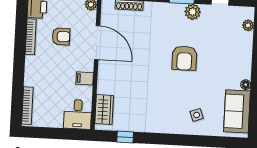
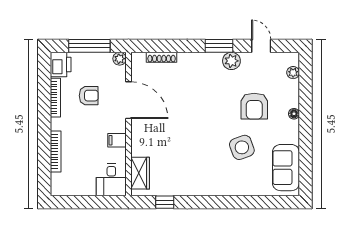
armchair: (184, 58) -> (254, 106), moved
floor lamp: (246, 85) -> (294, 114), moved
bookcase: (27, 106) -> (56, 152), moved
side table: (197, 115) -> (242, 147), moved, width x1.87, depth x1.87

